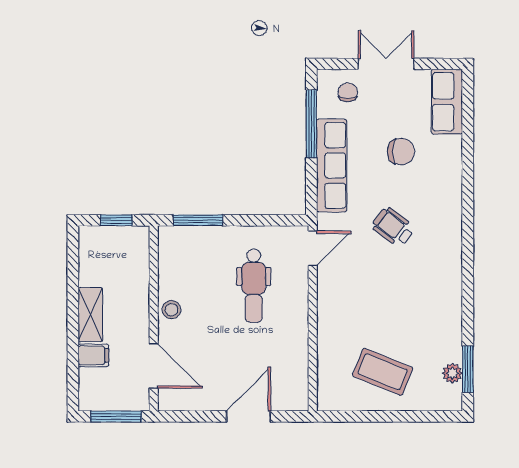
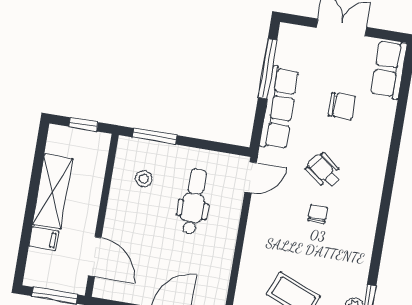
chair: (348, 92) -> (318, 214), moved
dental chair: (254, 286) -> (194, 201), turned 180
stool: (171, 310) -> (144, 179), moved
shelving: (90, 315) -> (53, 192), width x1.50, depth x1.33

